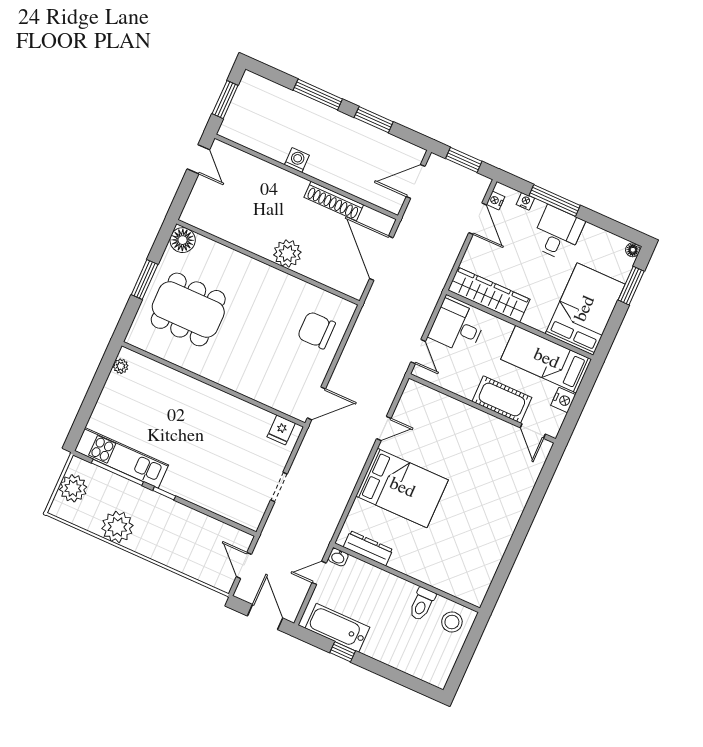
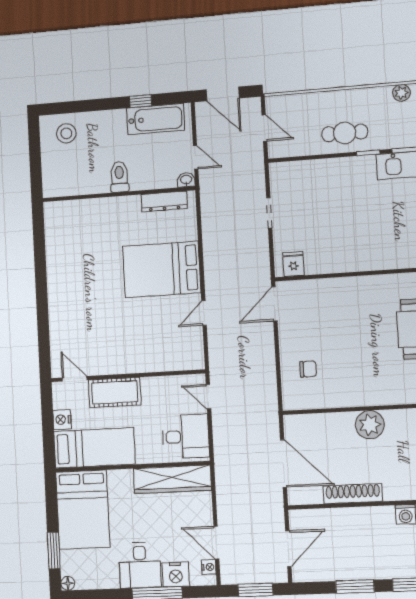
nightstand: (525, 201) -> (176, 574), width x1.89, depth x1.79
chair: (316, 330) -> (308, 369), width x0.54, depth x0.54
cafe table: (175, 522) -> (345, 133), added
plant: (117, 527) -> (401, 93), width x0.53, depth x0.53
door: (319, 573) -> (196, 157), hinge flipped
toilet: (422, 604) -> (119, 177), moved
stool: (452, 622) -> (66, 133), moved

